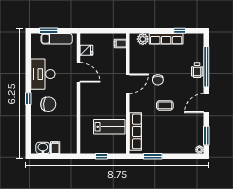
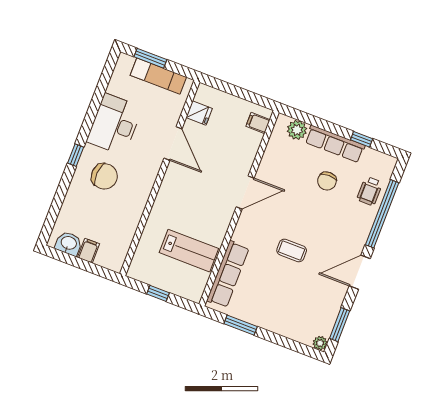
wheelchair: (197, 70) -> (370, 191), moved
chair: (158, 80) -> (327, 181), moved

